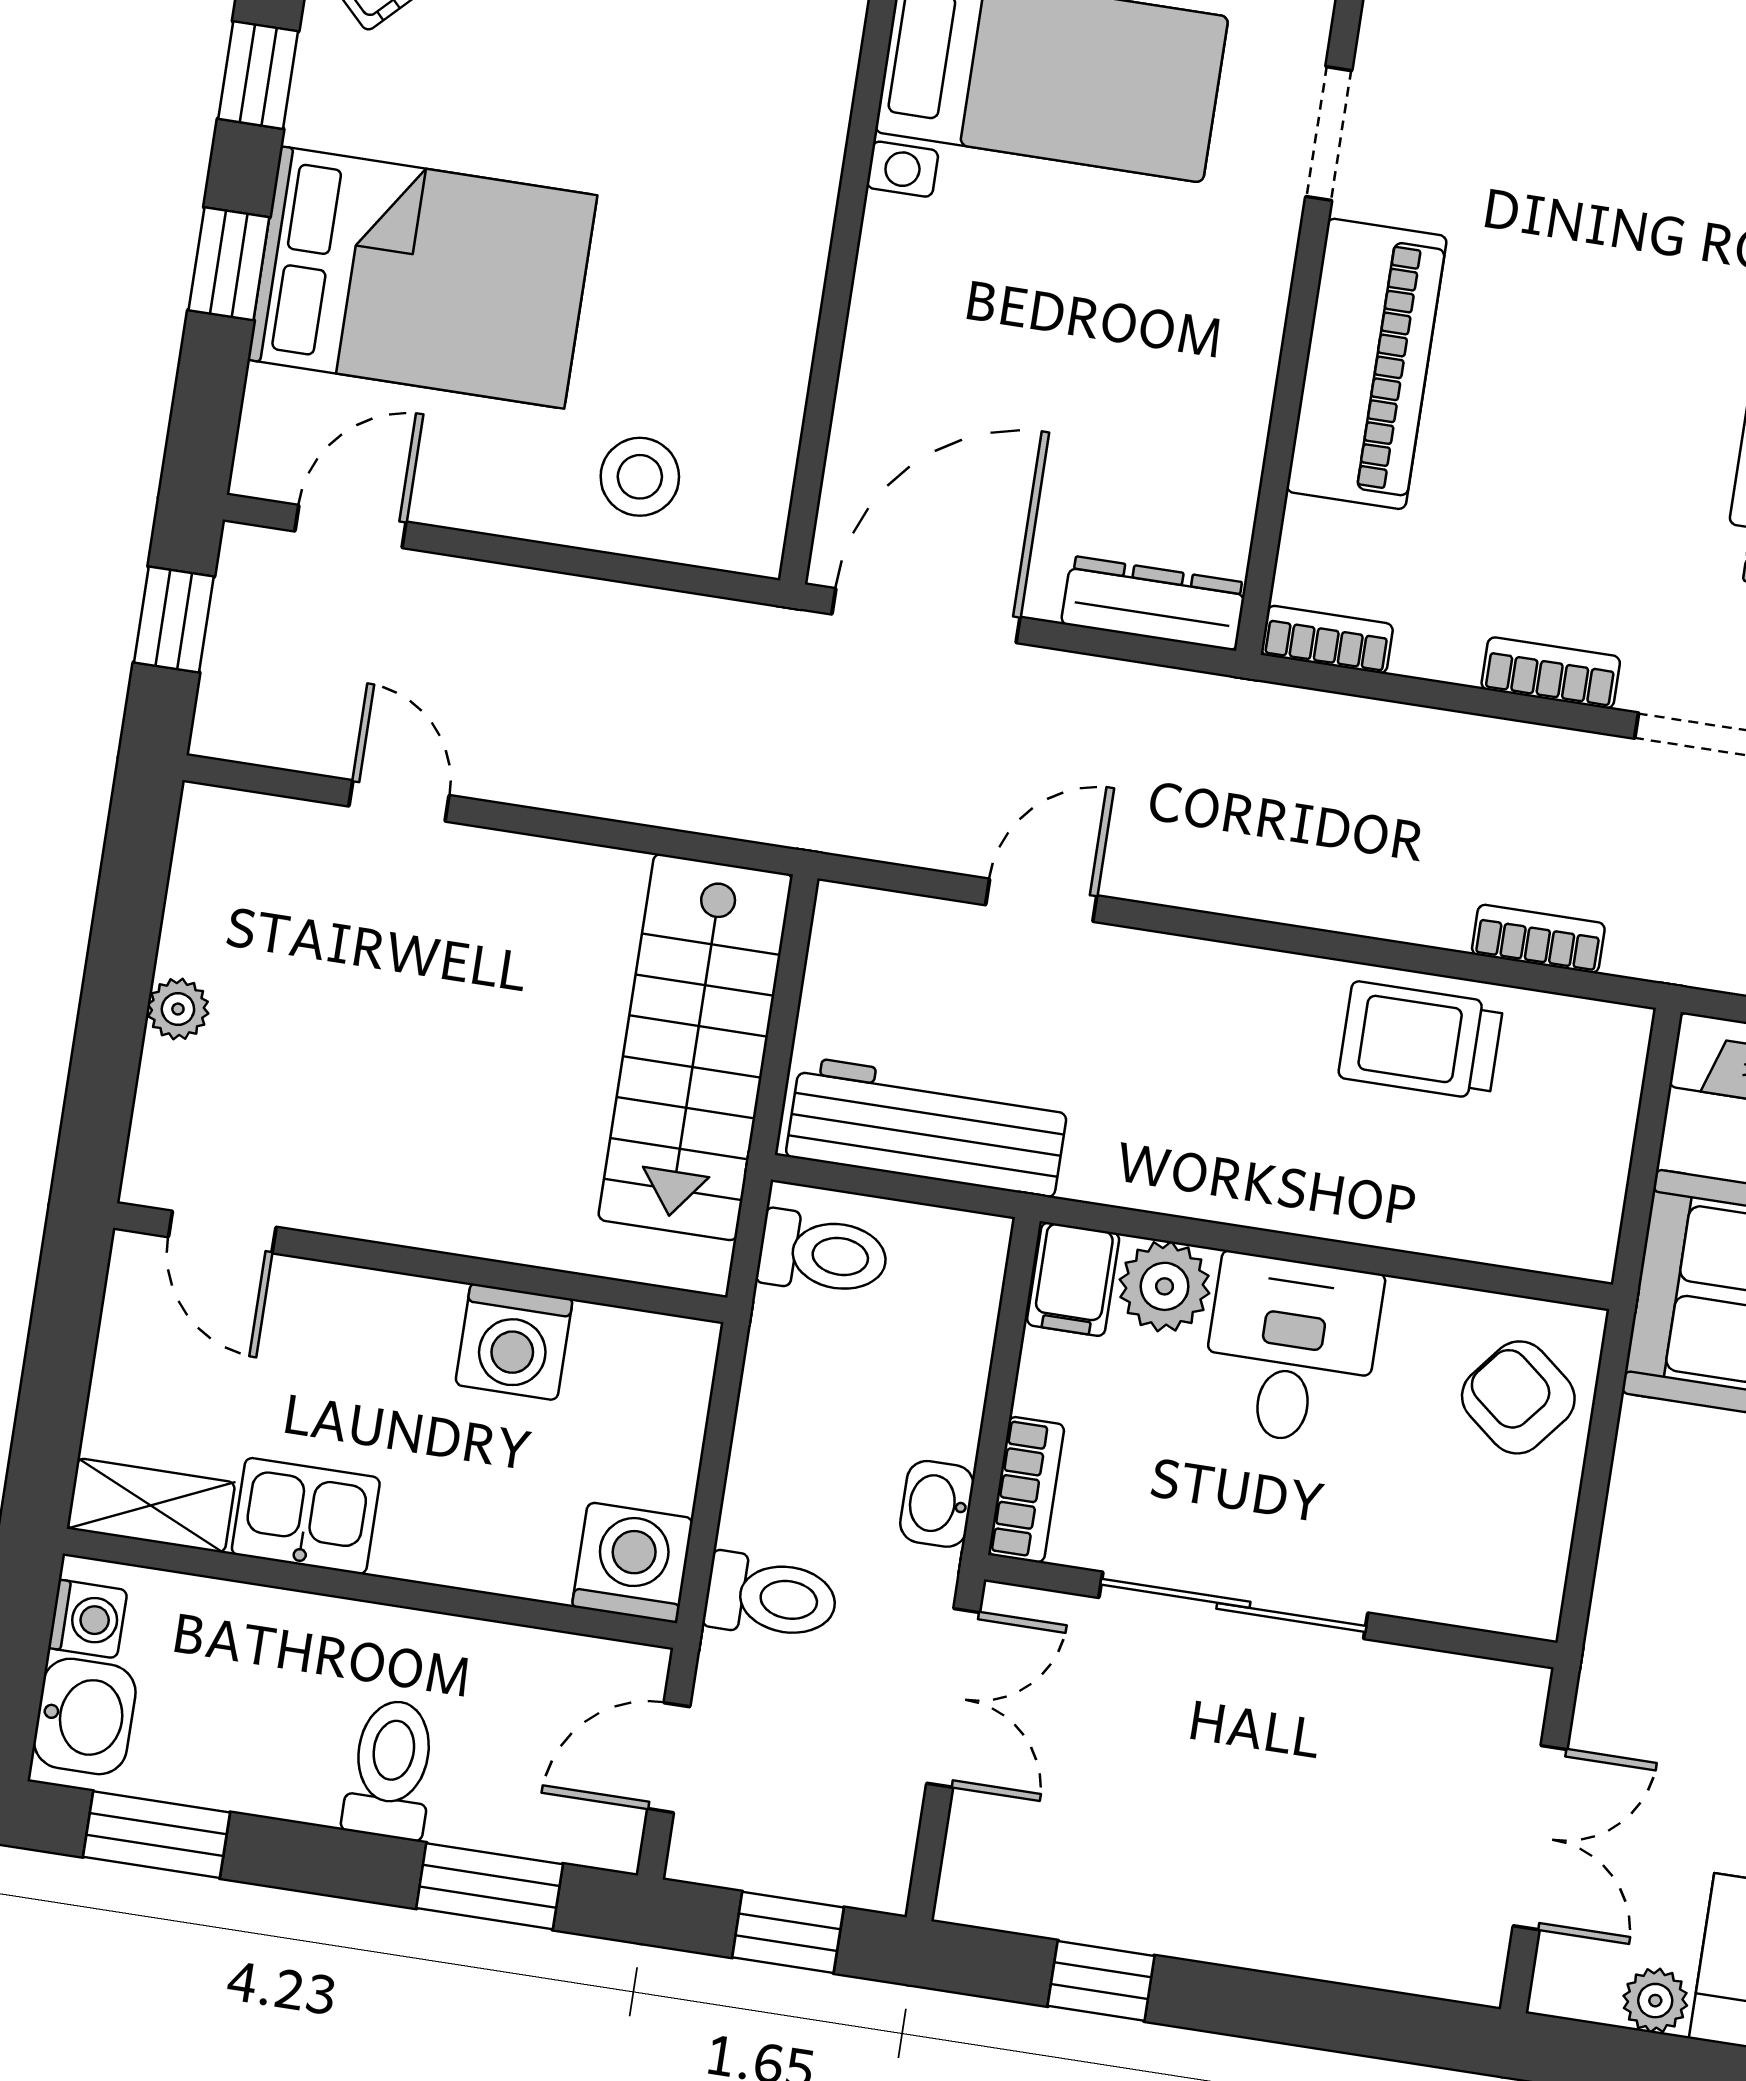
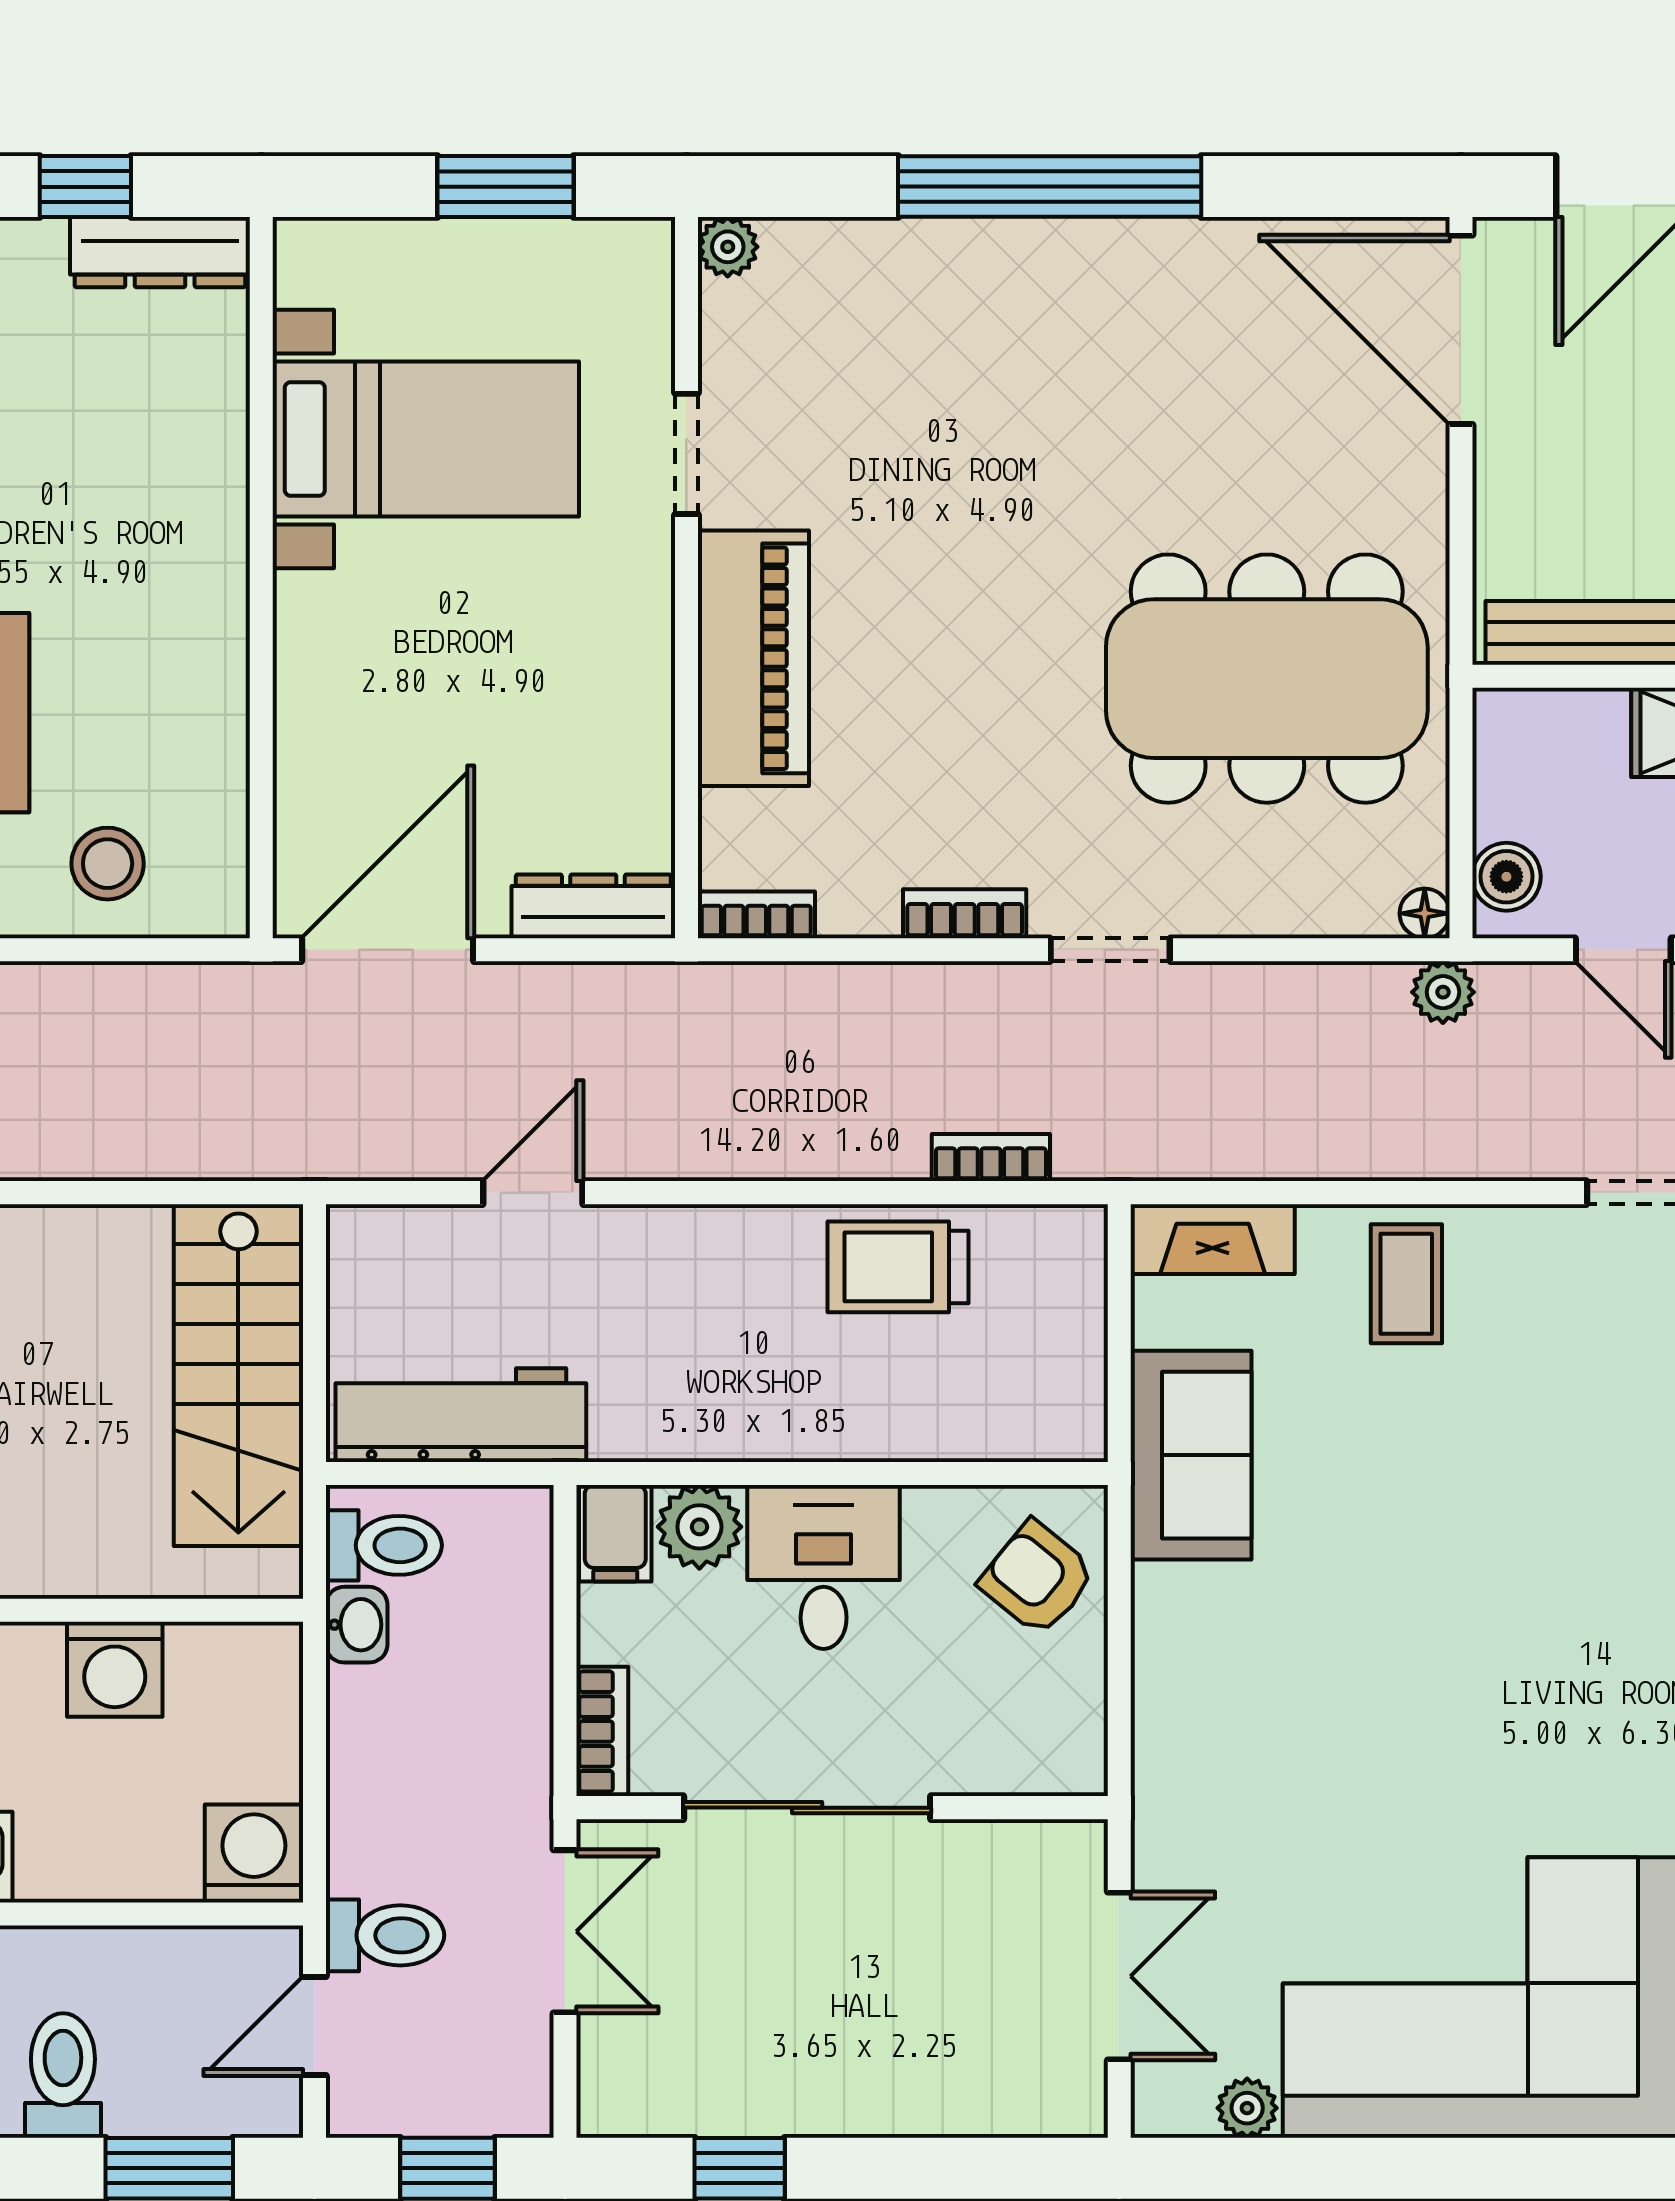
washbasin: (937, 1504) -> (357, 1625), moved, turned 180
toilet: (771, 1597) -> (385, 1935), moved

